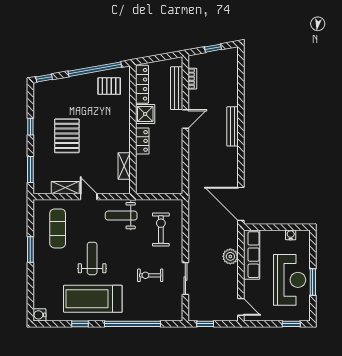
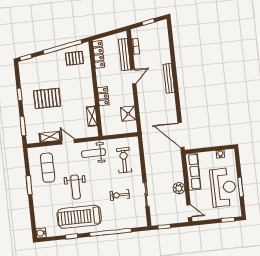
shower: (145, 114) -> (128, 114), moved
pallet: (67, 136) -> (47, 98), turned 90
plant: (230, 256) -> (179, 188), moved
weight bench: (92, 258) -> (75, 187), turned 180

